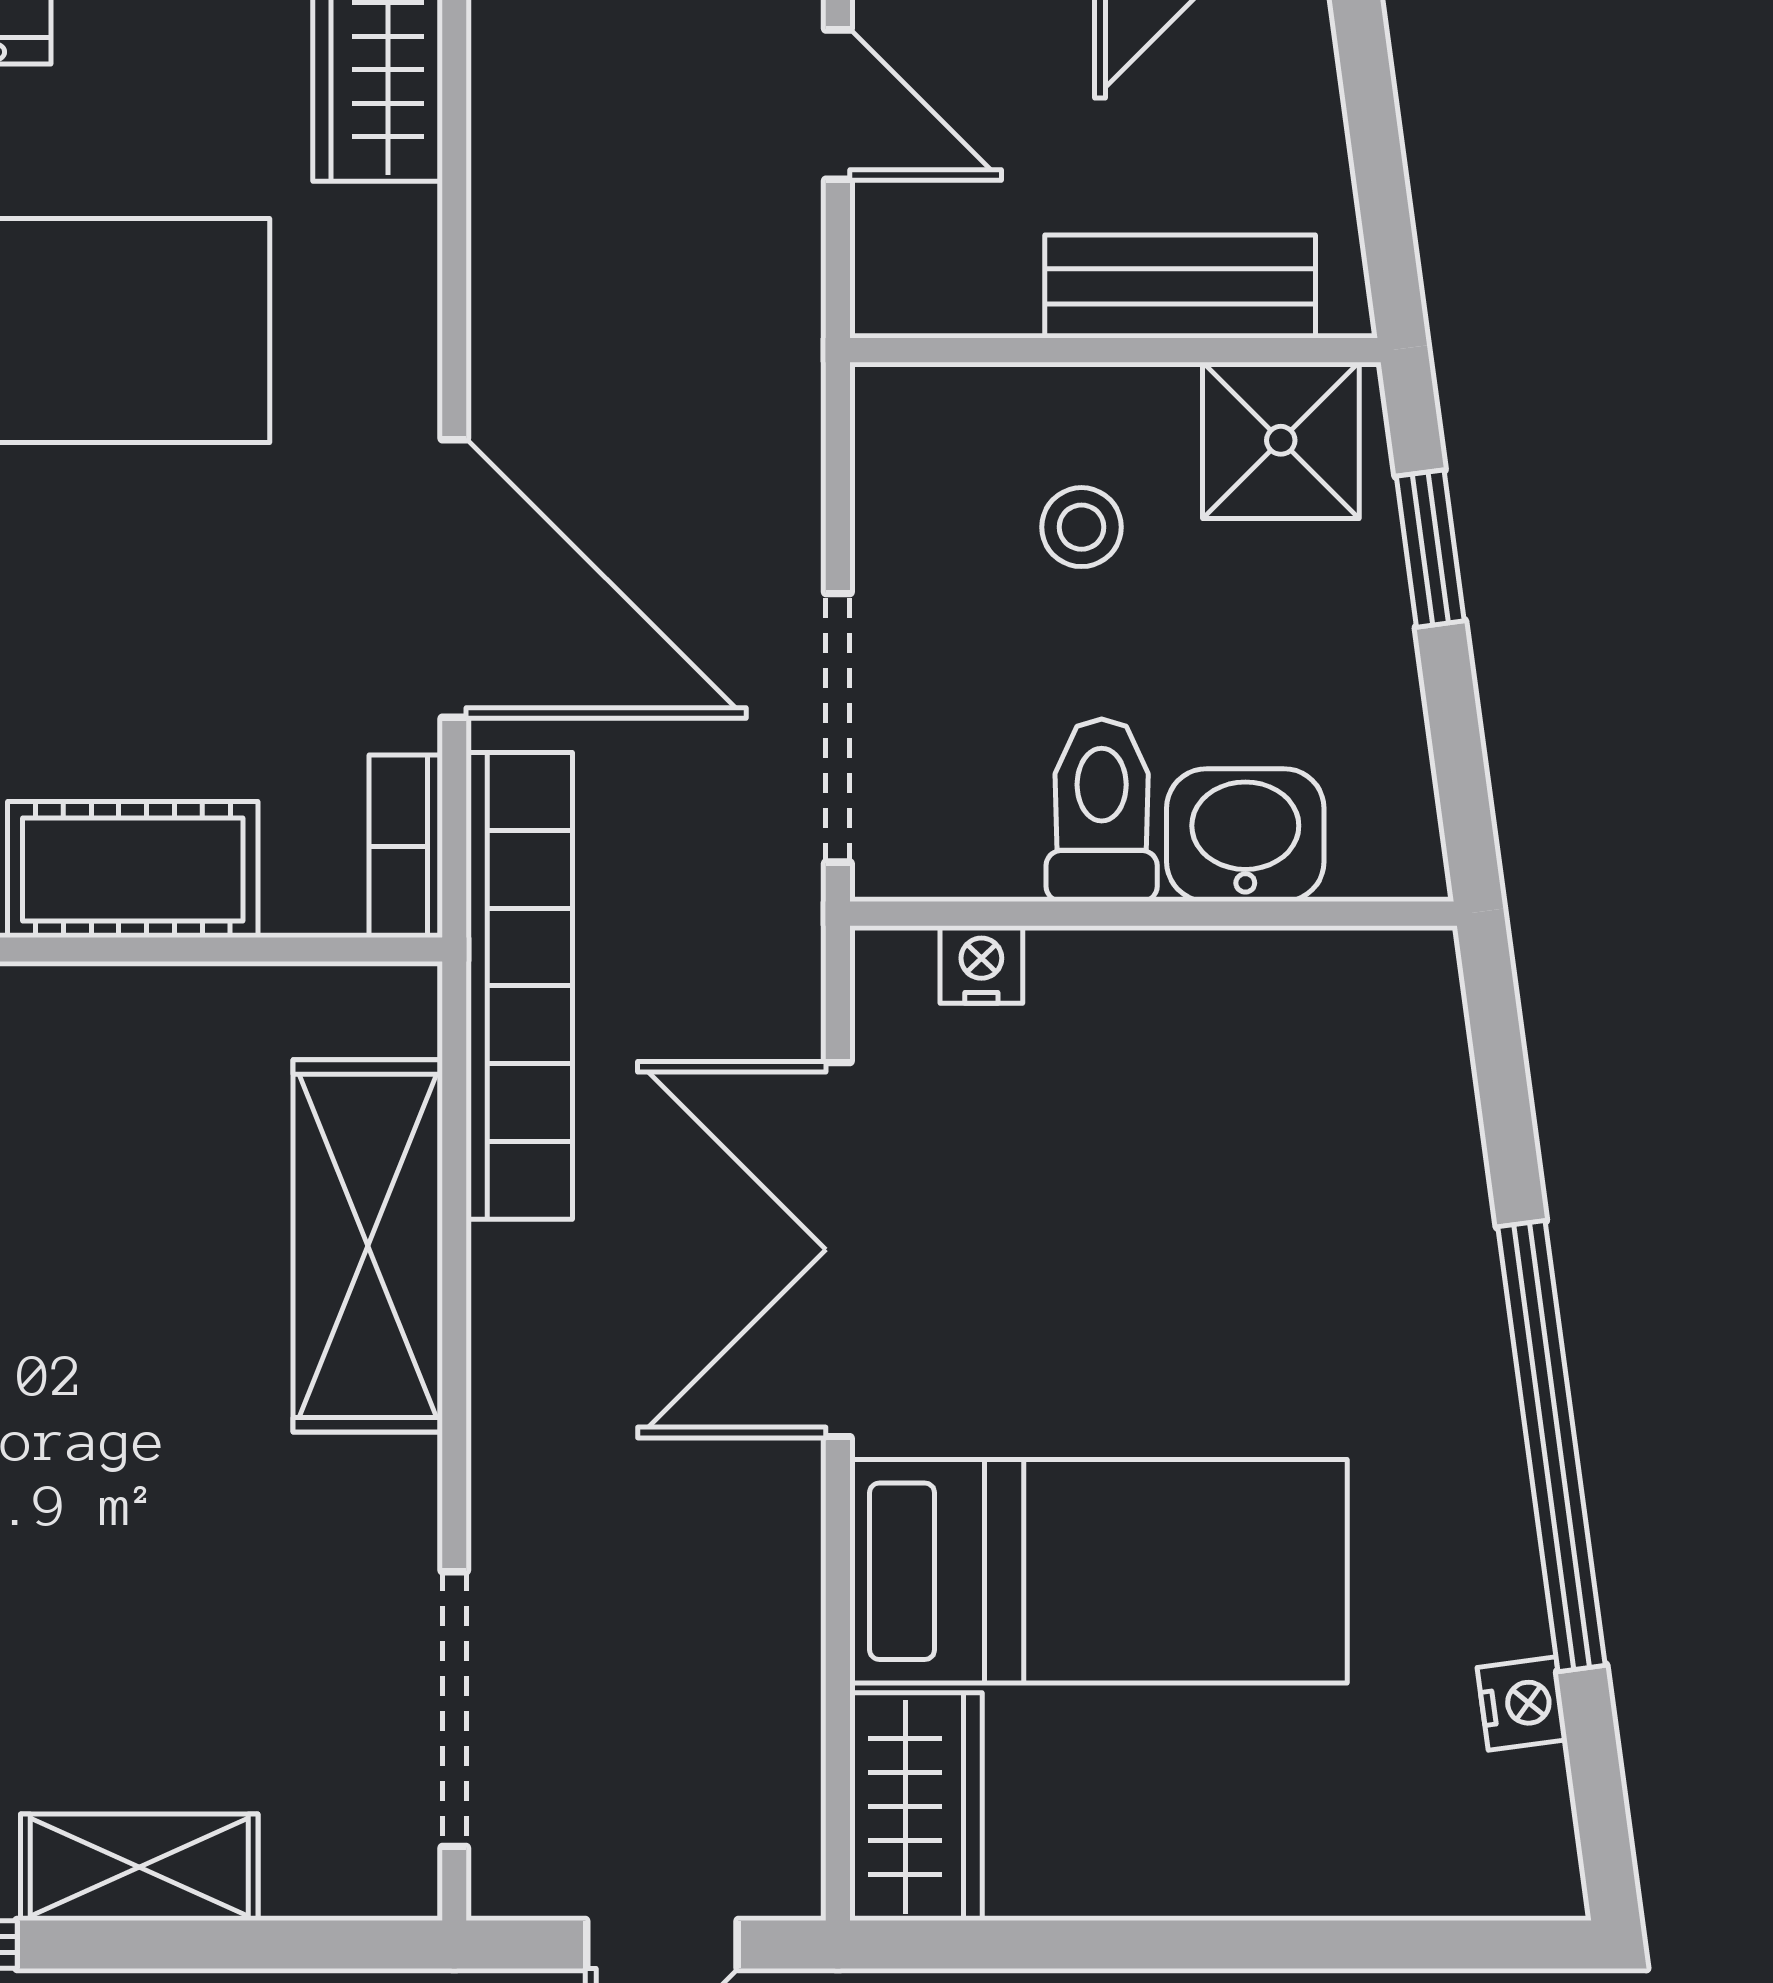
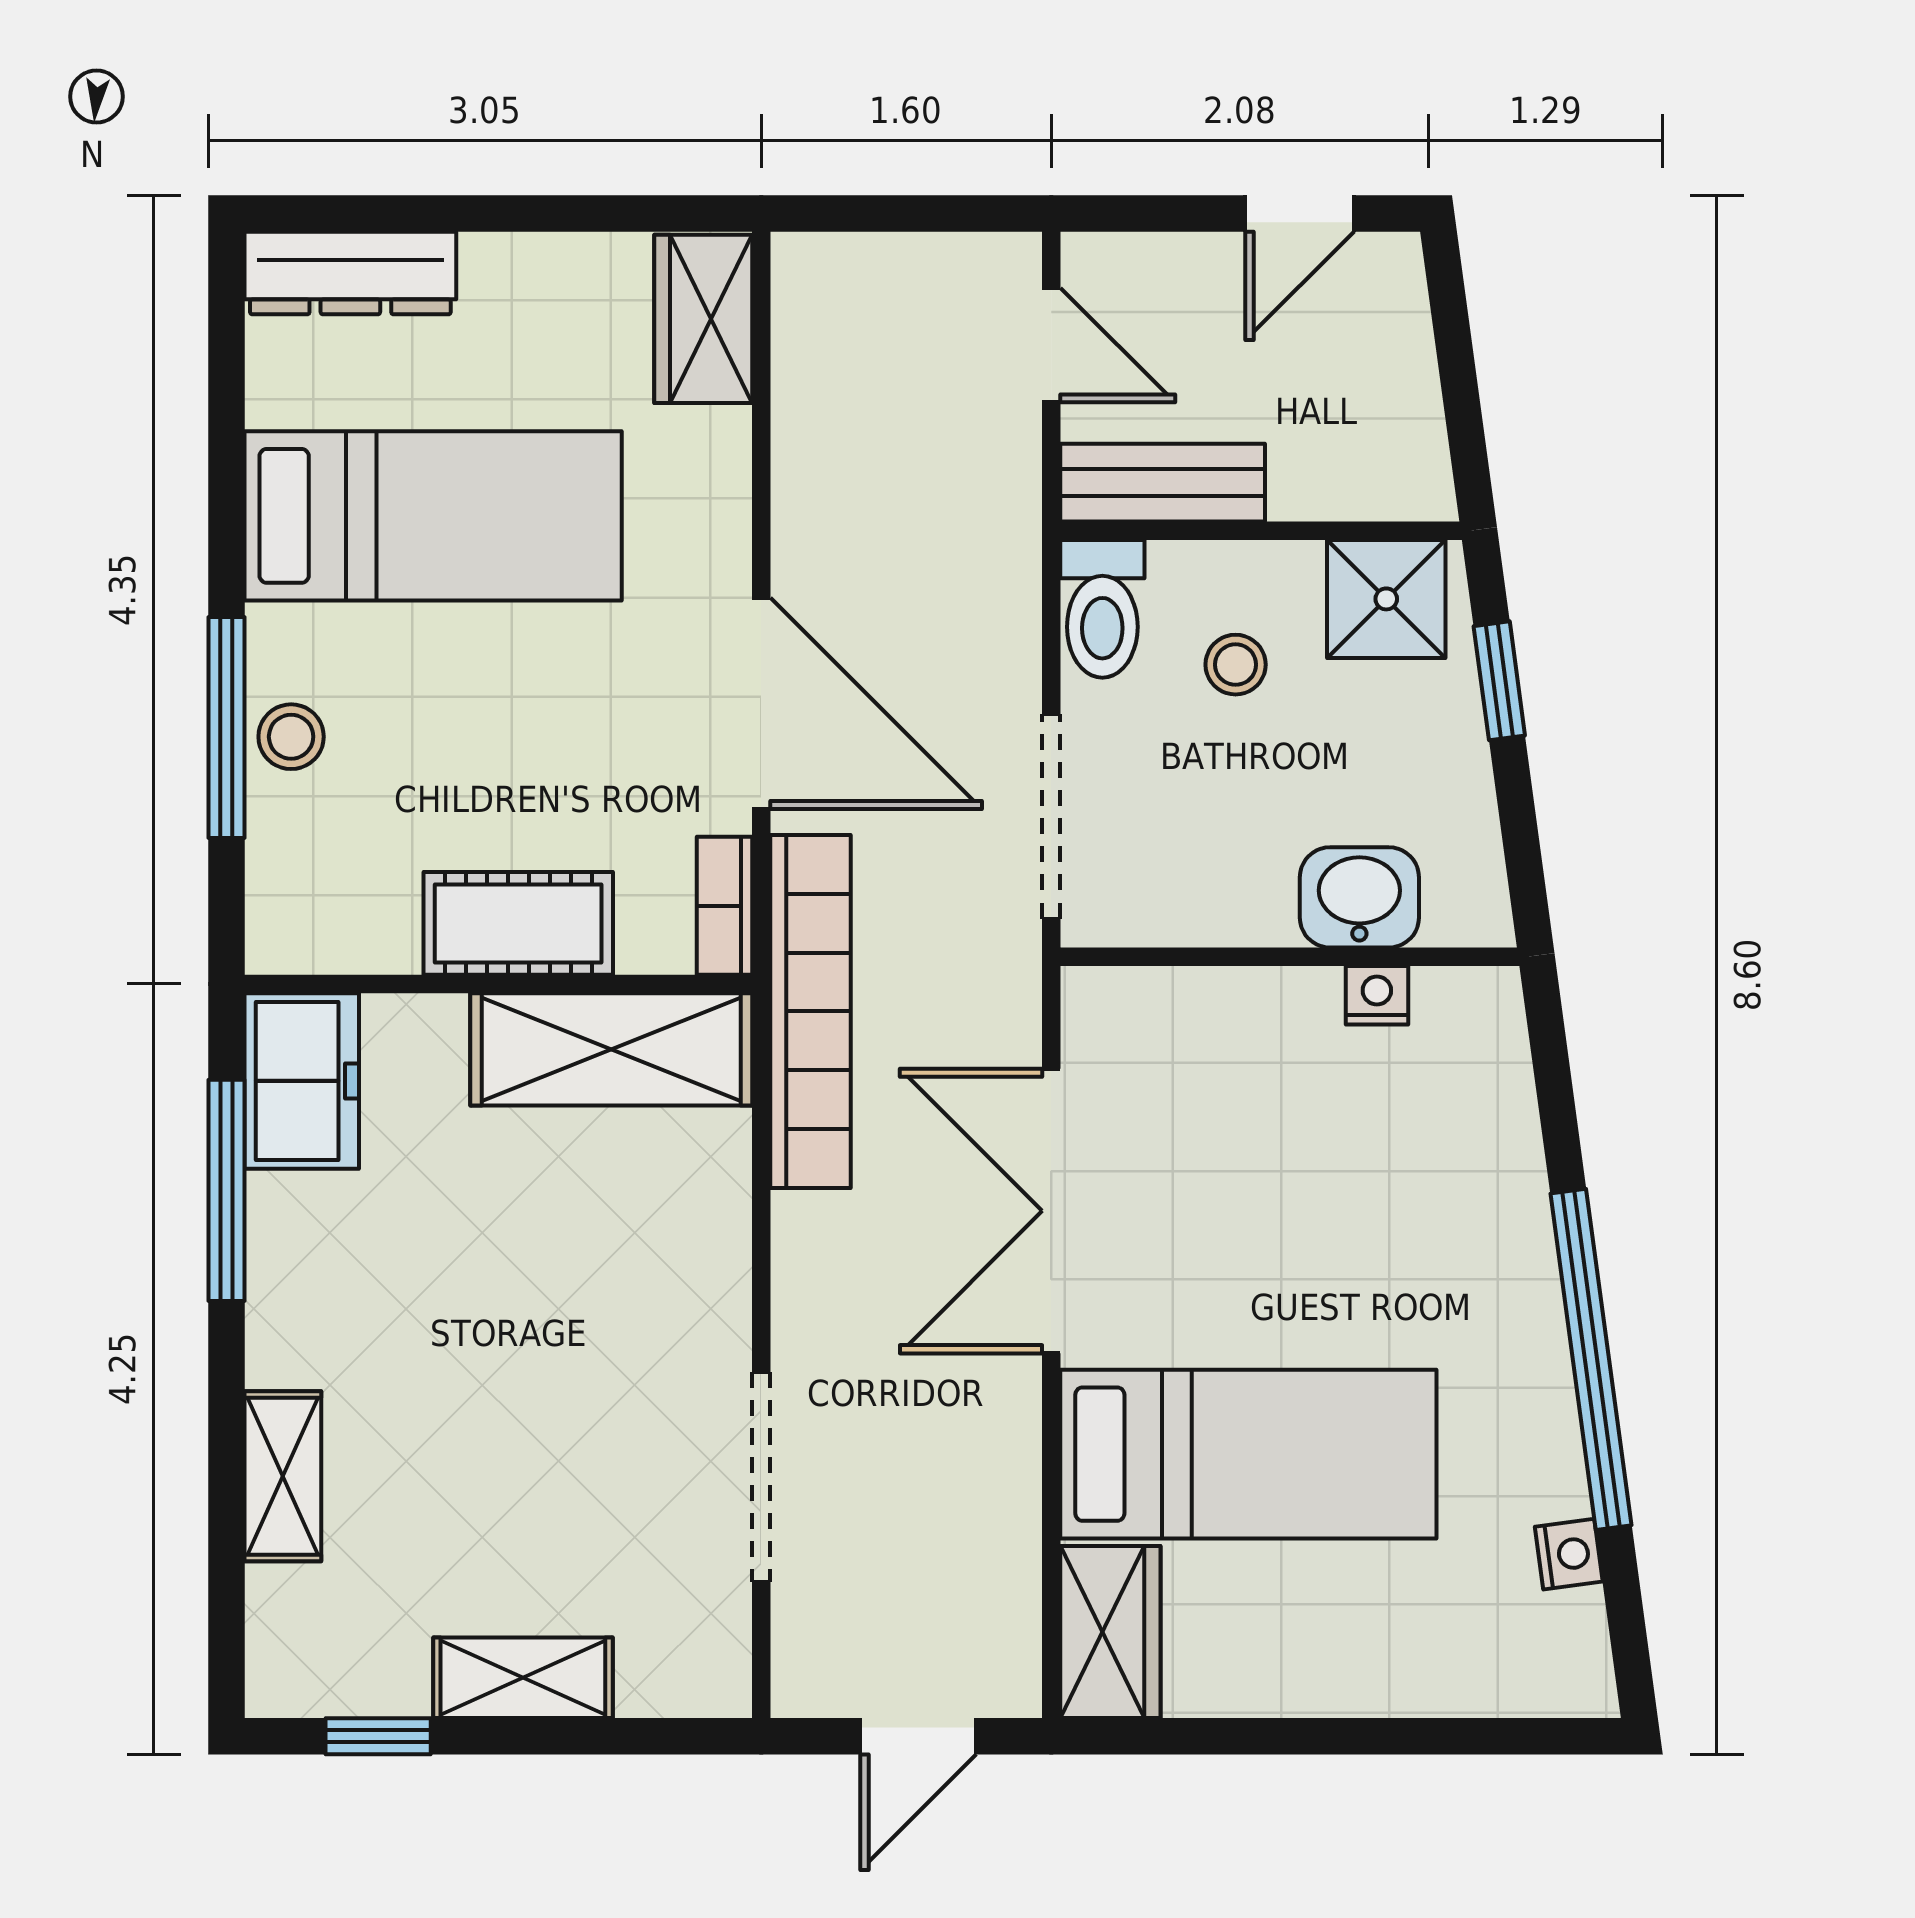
bench: (1180, 286) -> (1163, 483), moved
toilet: (1102, 810) -> (1102, 609), moved, turned 180
nightstand: (981, 964) -> (1377, 995), moved
shelving: (368, 1246) -> (611, 1049), moved, turned 90
doorway: (454, 1709) -> (761, 1477), moved

